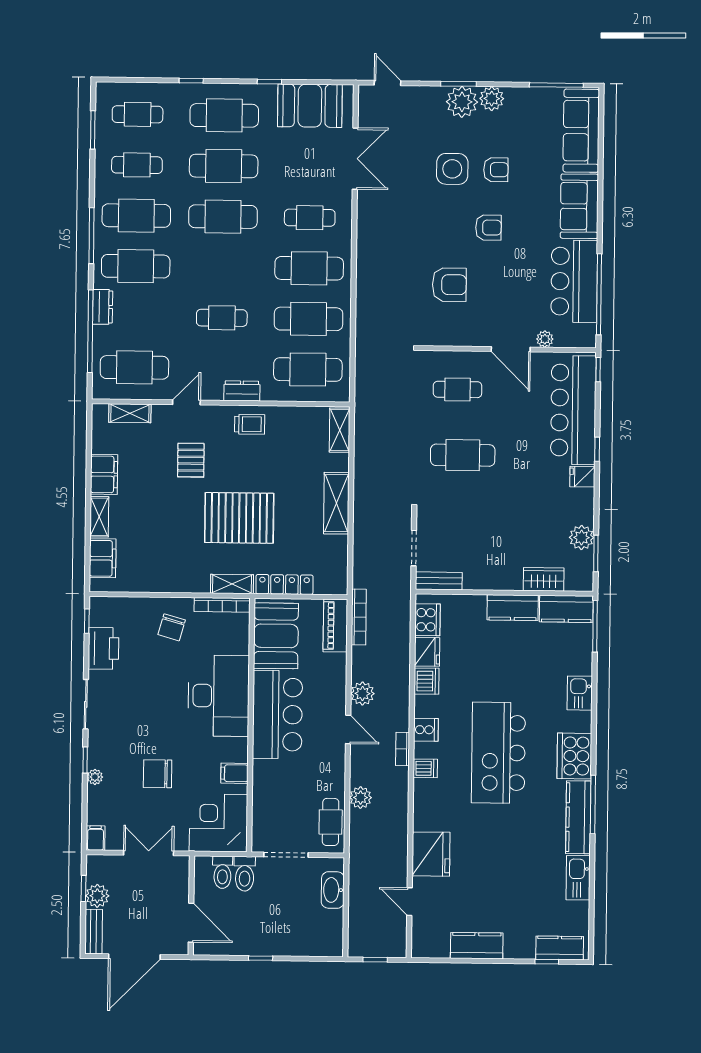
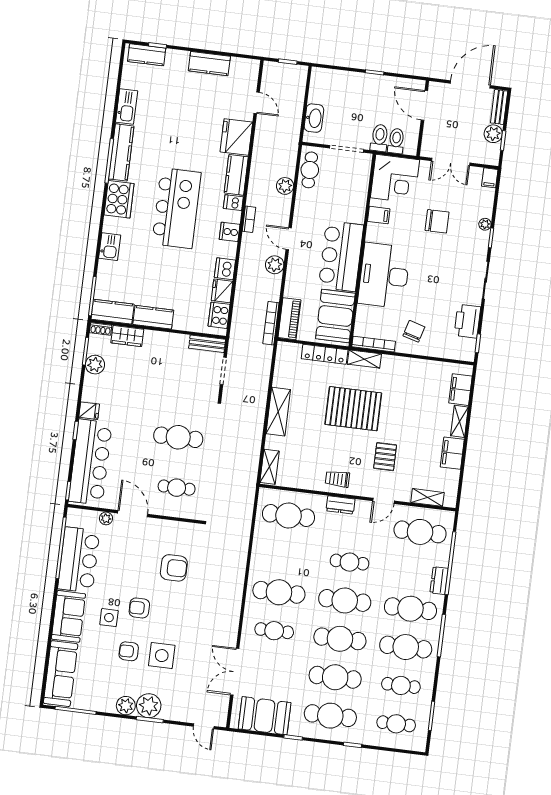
side table: (526, 211) -> (109, 618), added
armchair: (449, 285) -> (174, 568), turned 180
cafe table: (309, 319) -> (345, 600), moved
shoe rack: (579, 585) -> (101, 329), added
kitchen counter: (426, 805) -> (236, 175), added

